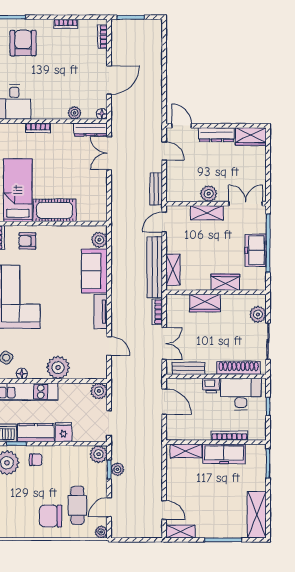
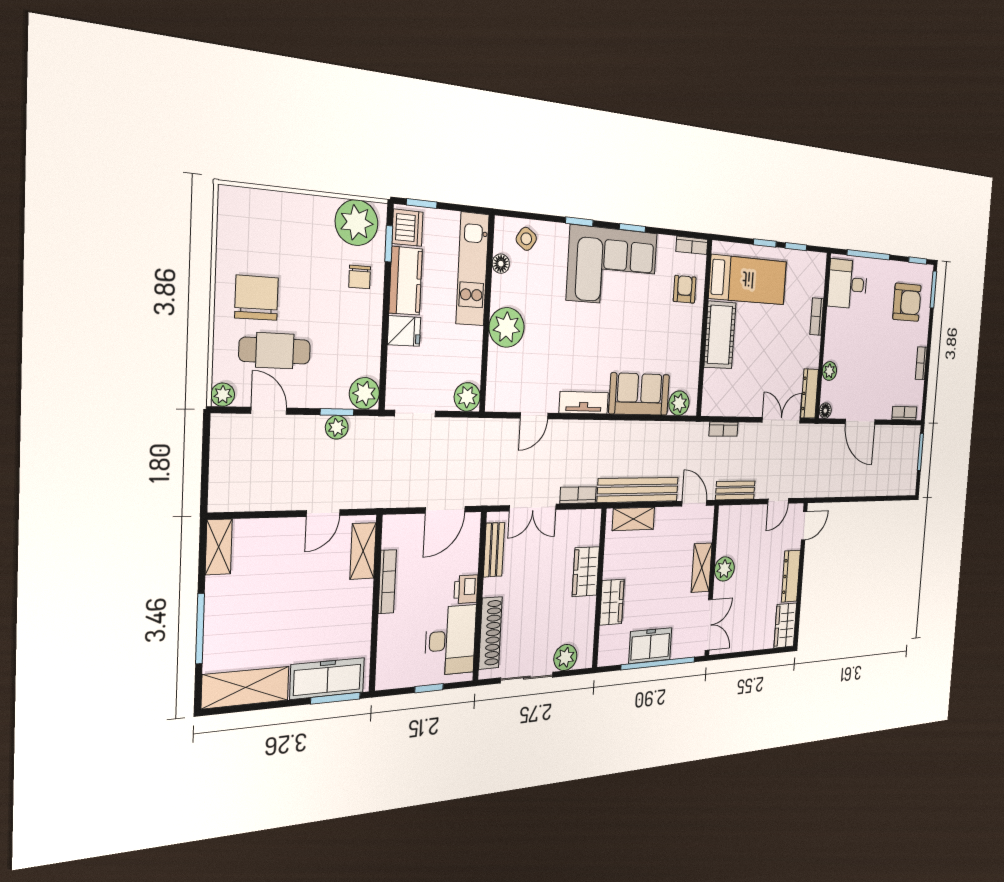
bookcase: (116, 202) -> (723, 429), added
bookcase: (229, 436) -> (387, 582), moved
freezer: (224, 454) -> (327, 678), moved, turned 90
door: (164, 510) -> (323, 513), moved

